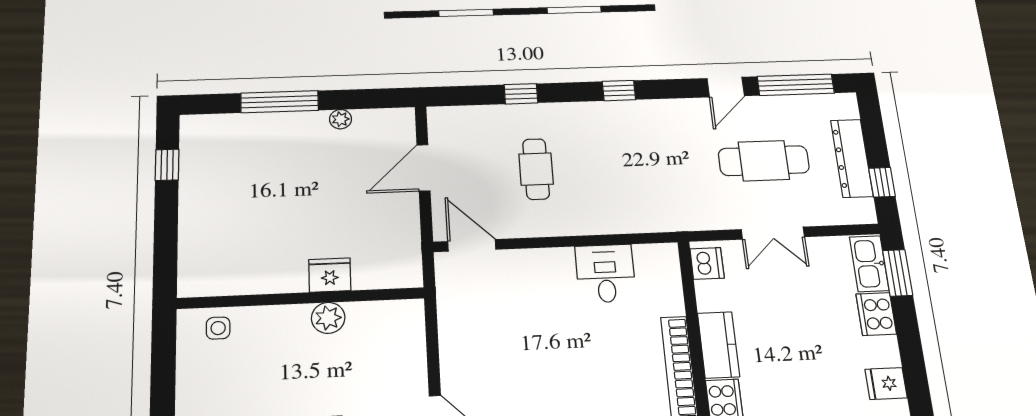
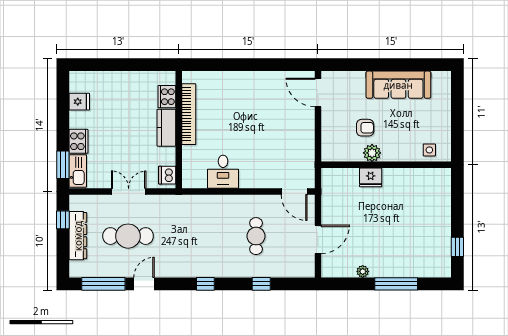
armchair: (343, 362) -> (365, 128), added

